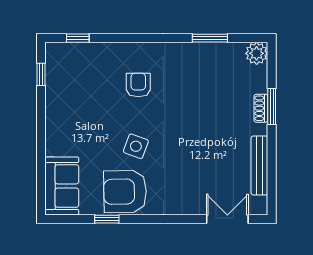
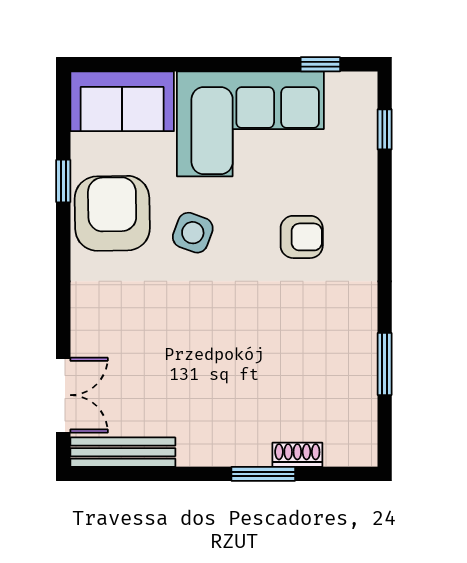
plant: (257, 53) -> (358, 447), removed
shoe rack: (261, 108) -> (297, 455), moved
corner sofa: (75, 114) -> (250, 124), added
bench: (259, 165) -> (123, 452), moved

